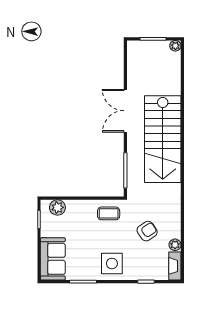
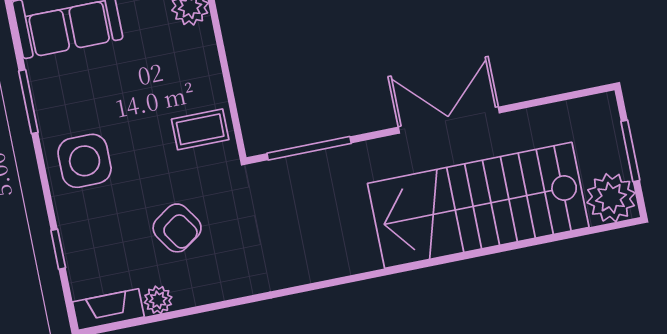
plant: (175, 46) -> (611, 198), width x1.88, depth x1.88
stairs: (163, 139) -> (478, 205), moved
coffee table: (109, 213) -> (200, 129), turned 90

